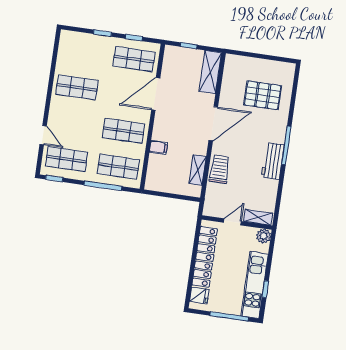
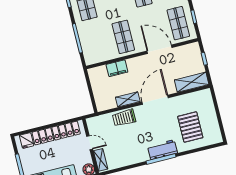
door: (213, 124) -> (155, 100), swing flipped
filing cabinet: (158, 147) -> (117, 68), width x2.00
workbench: (273, 161) -> (162, 150), moved
shop shelf: (118, 167) -> (96, 44), removed
trolley: (220, 169) -> (124, 118), turned 180
shelving: (198, 170) -> (128, 99), moved

